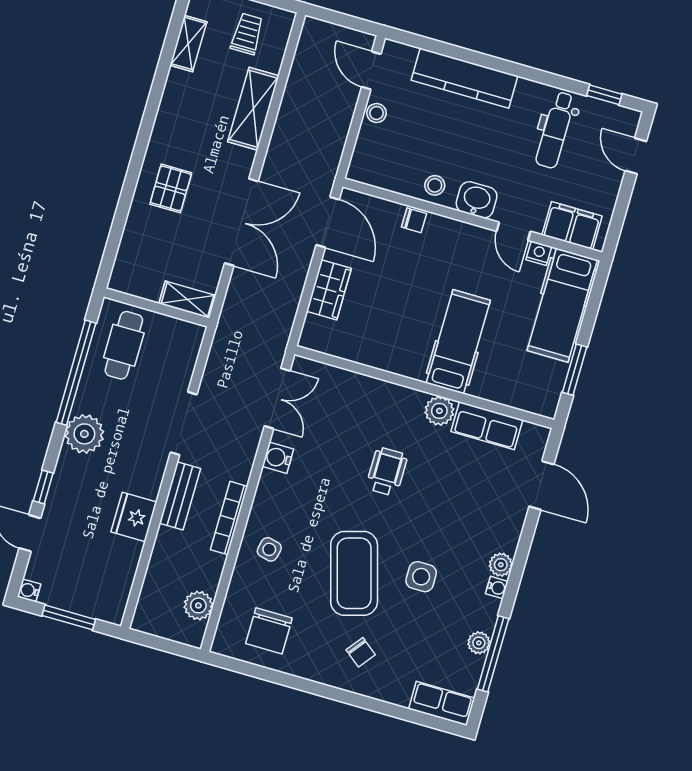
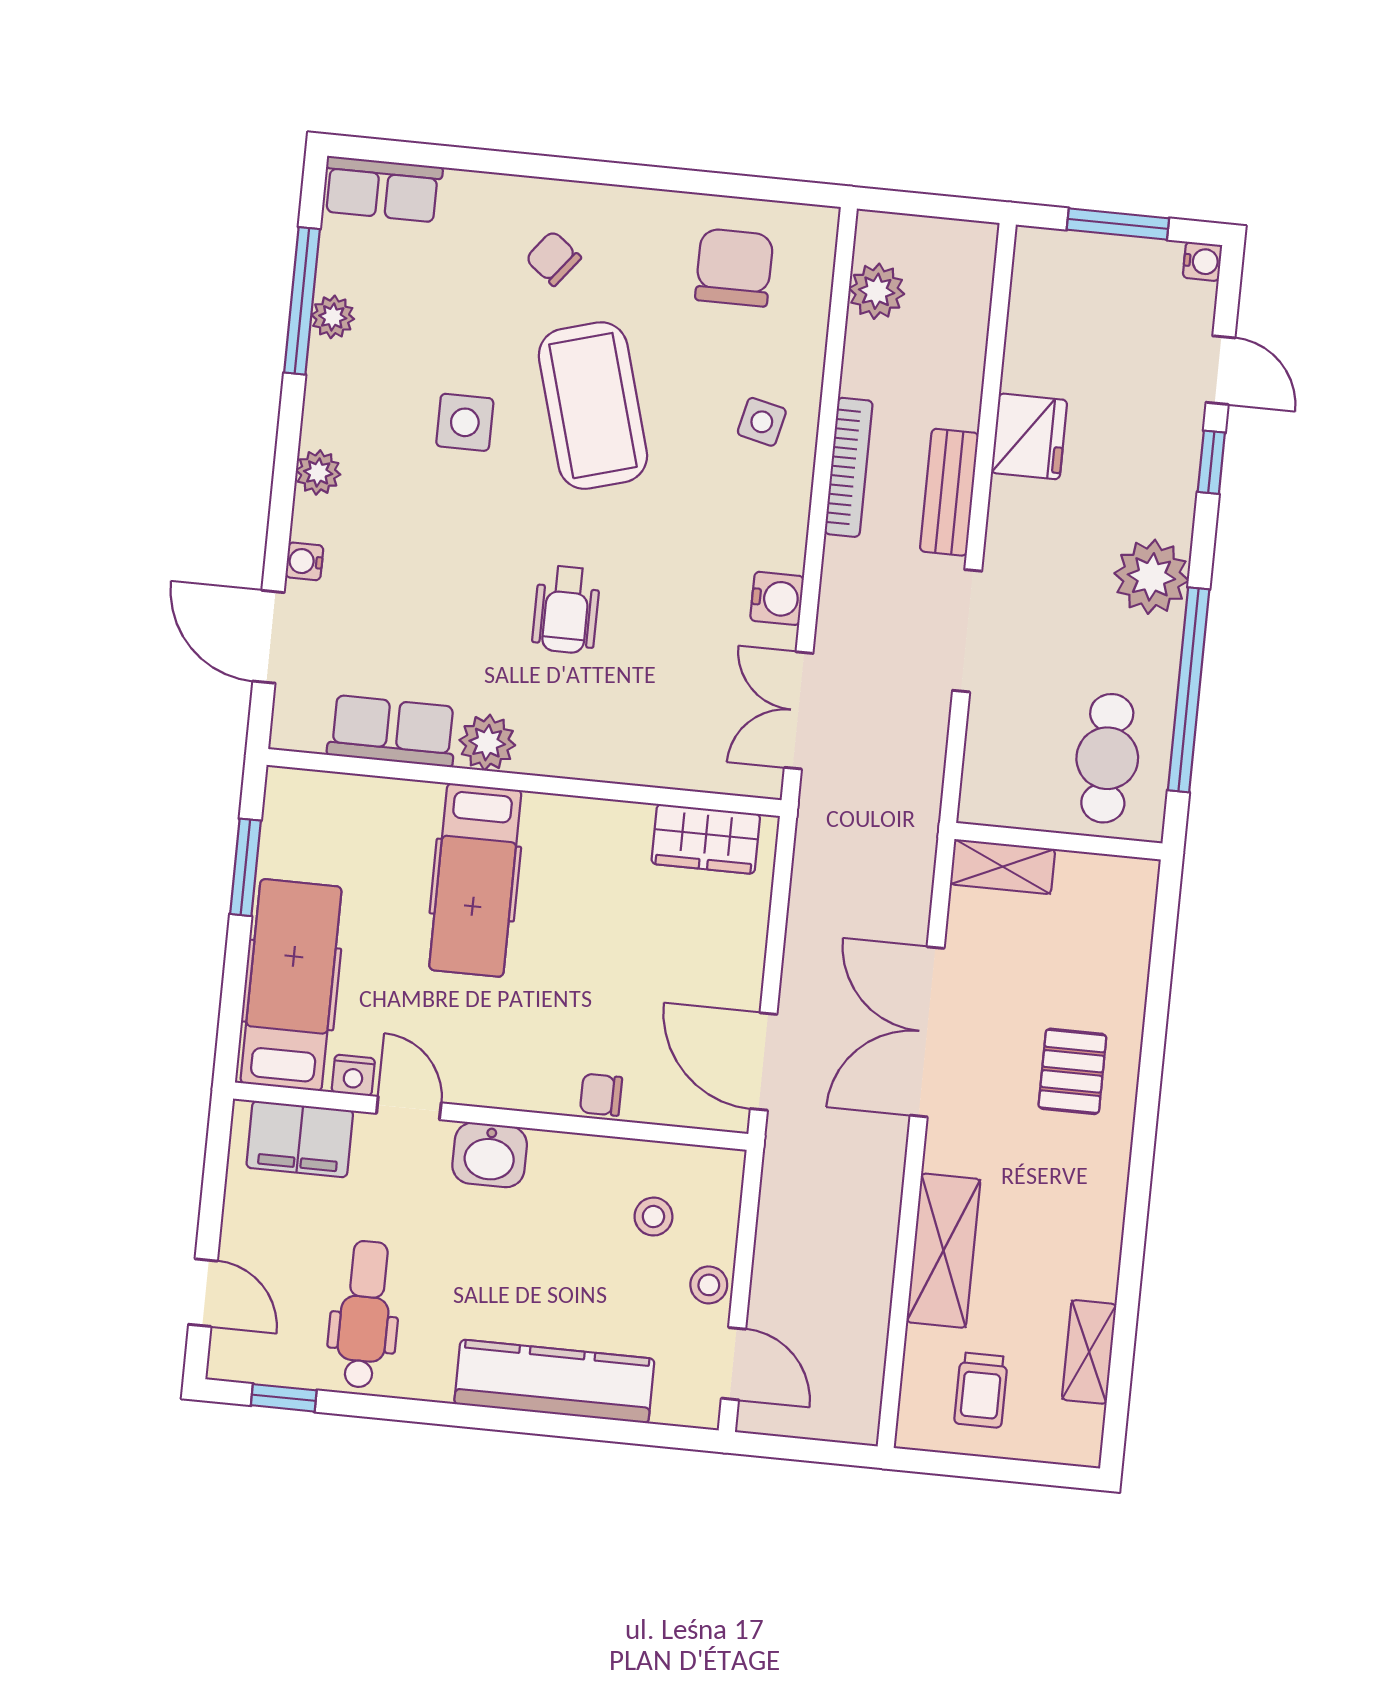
stool: (435, 185) -> (653, 1217), moved
wardrobe: (329, 290) -> (706, 839), moved, turned -90
water cooler: (497, 588) -> (304, 561), moved

